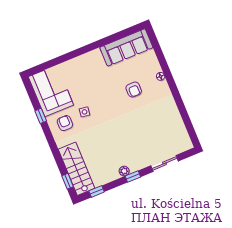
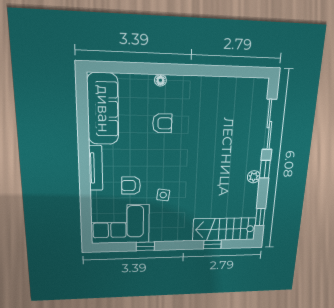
tv unit: (85, 58) -> (96, 168), added
armchair: (65, 123) -> (131, 186), moved
sliding door: (165, 163) -> (269, 125), width x1.37
window: (68, 181) -> (212, 244), moved

